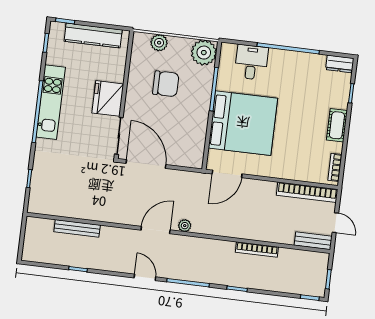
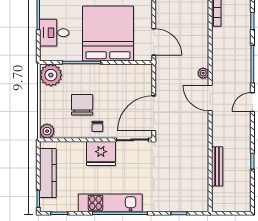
plant: (159, 43) -> (47, 131), moved
chair: (139, 98) -> (97, 126), added

